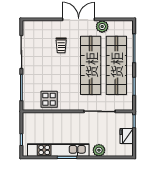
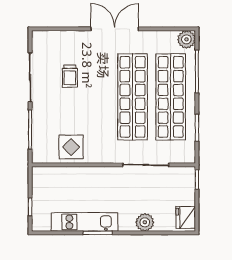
plant: (102, 27) -> (186, 39), moved
trolley: (61, 45) -> (70, 76), moved
fridge: (127, 136) -> (186, 217), moved
kitchen unit: (58, 150) -> (85, 222), width x0.73

